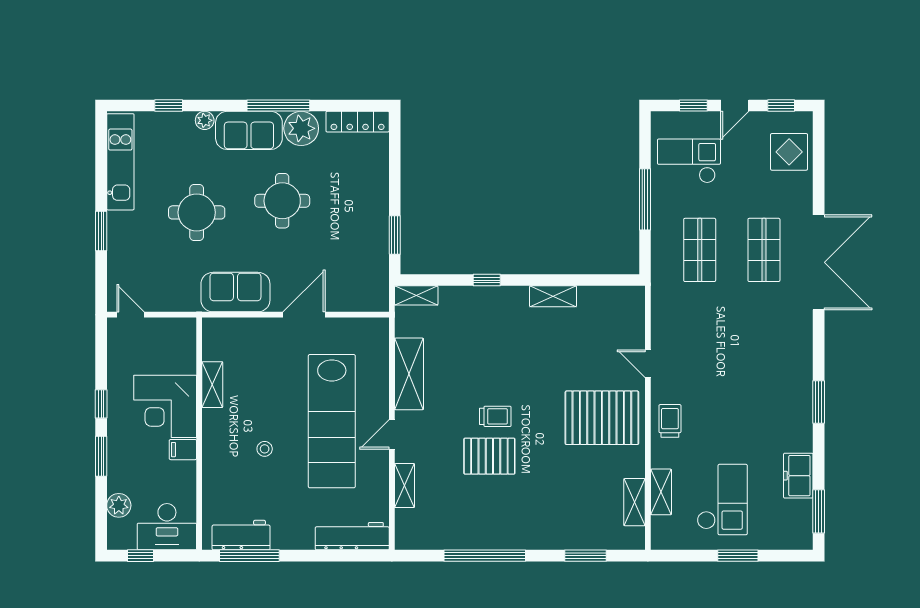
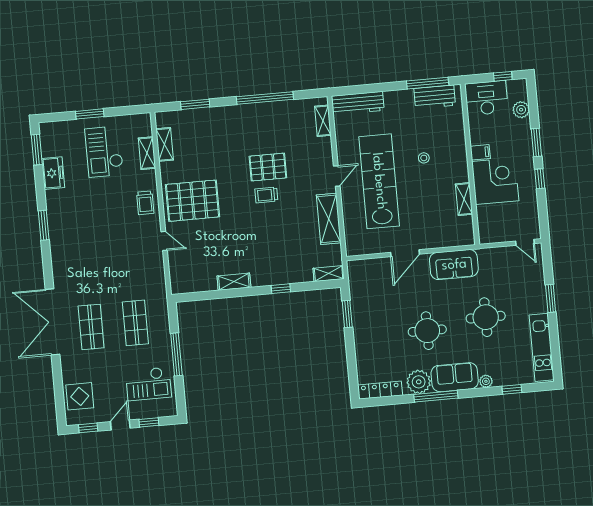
shelving: (405, 486) -> (323, 121), moved

